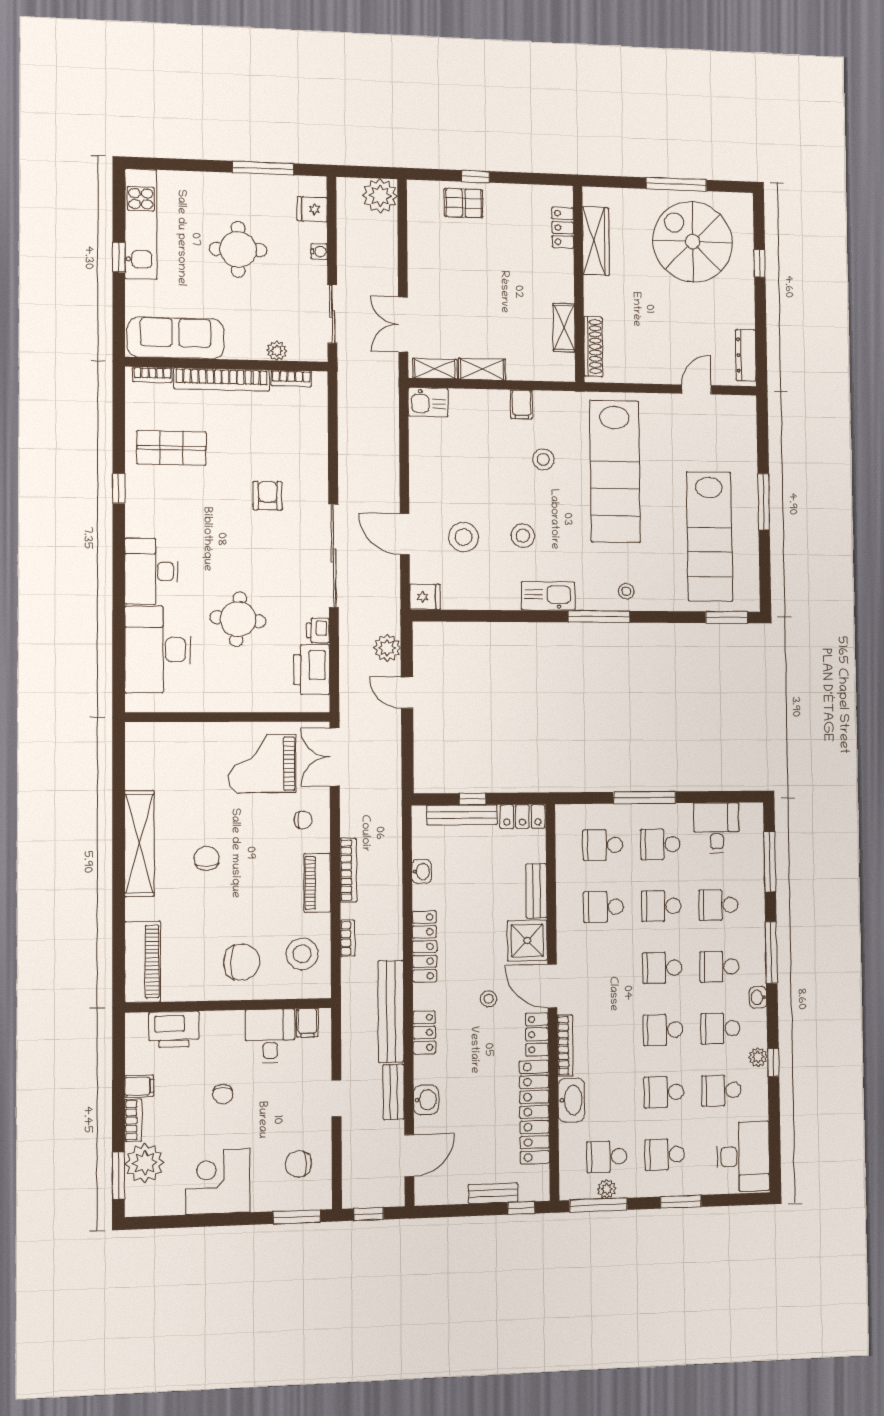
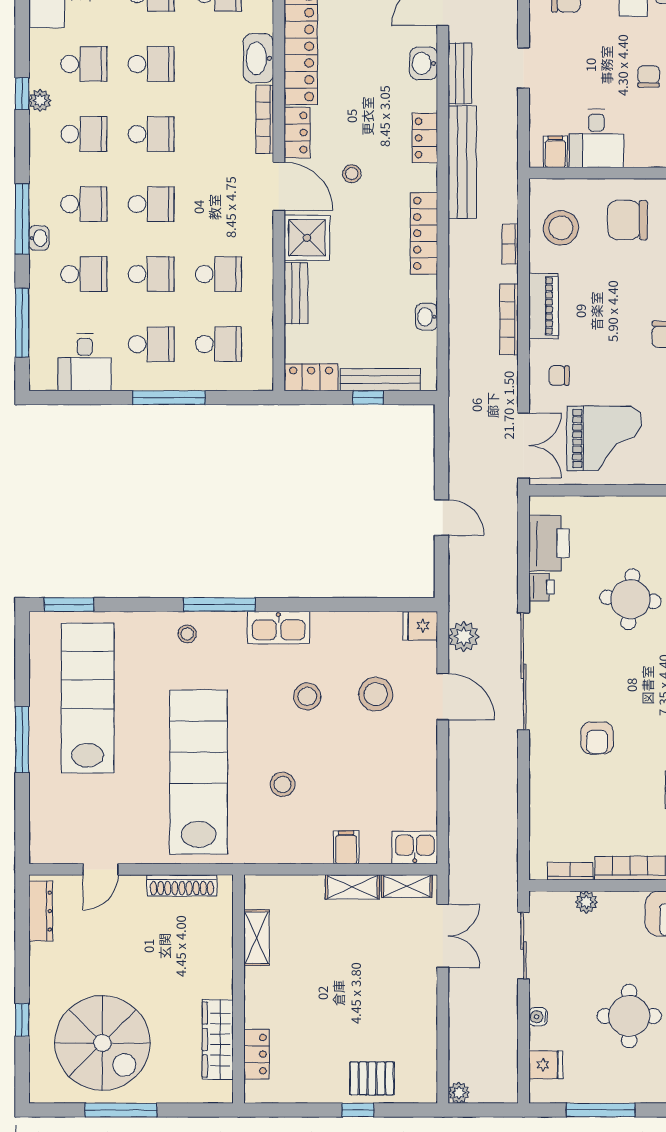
plant: (380, 196) -> (459, 1093), width x0.53, depth x0.53
shoe rack: (593, 347) -> (182, 885), moved, turned -90
filing cabinet: (522, 404) -> (346, 847), moved
plant: (387, 648) -> (464, 637), moved
washbasin: (758, 997) -> (39, 238), moved

